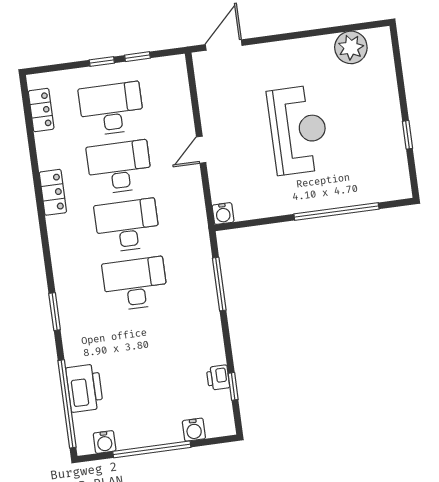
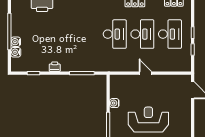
reception desk: (298, 130) -> (148, 120), turned 180
water cooler: (223, 214) -> (114, 103), moved
desk: (135, 284) -> (87, 34), removed
printer: (218, 378) -> (55, 67), moved
water cooler: (105, 442) -> (16, 42), moved

